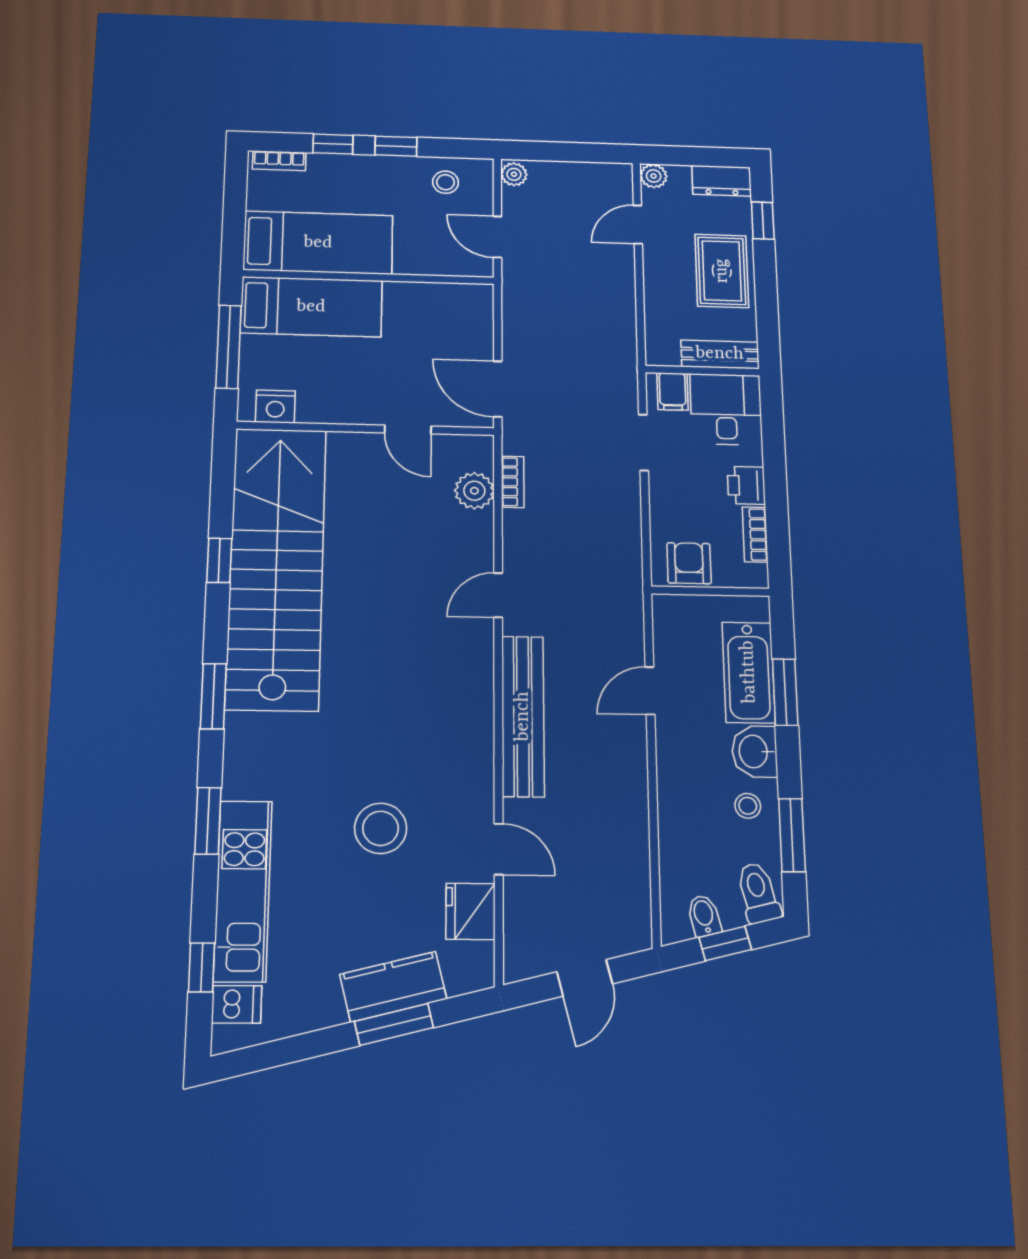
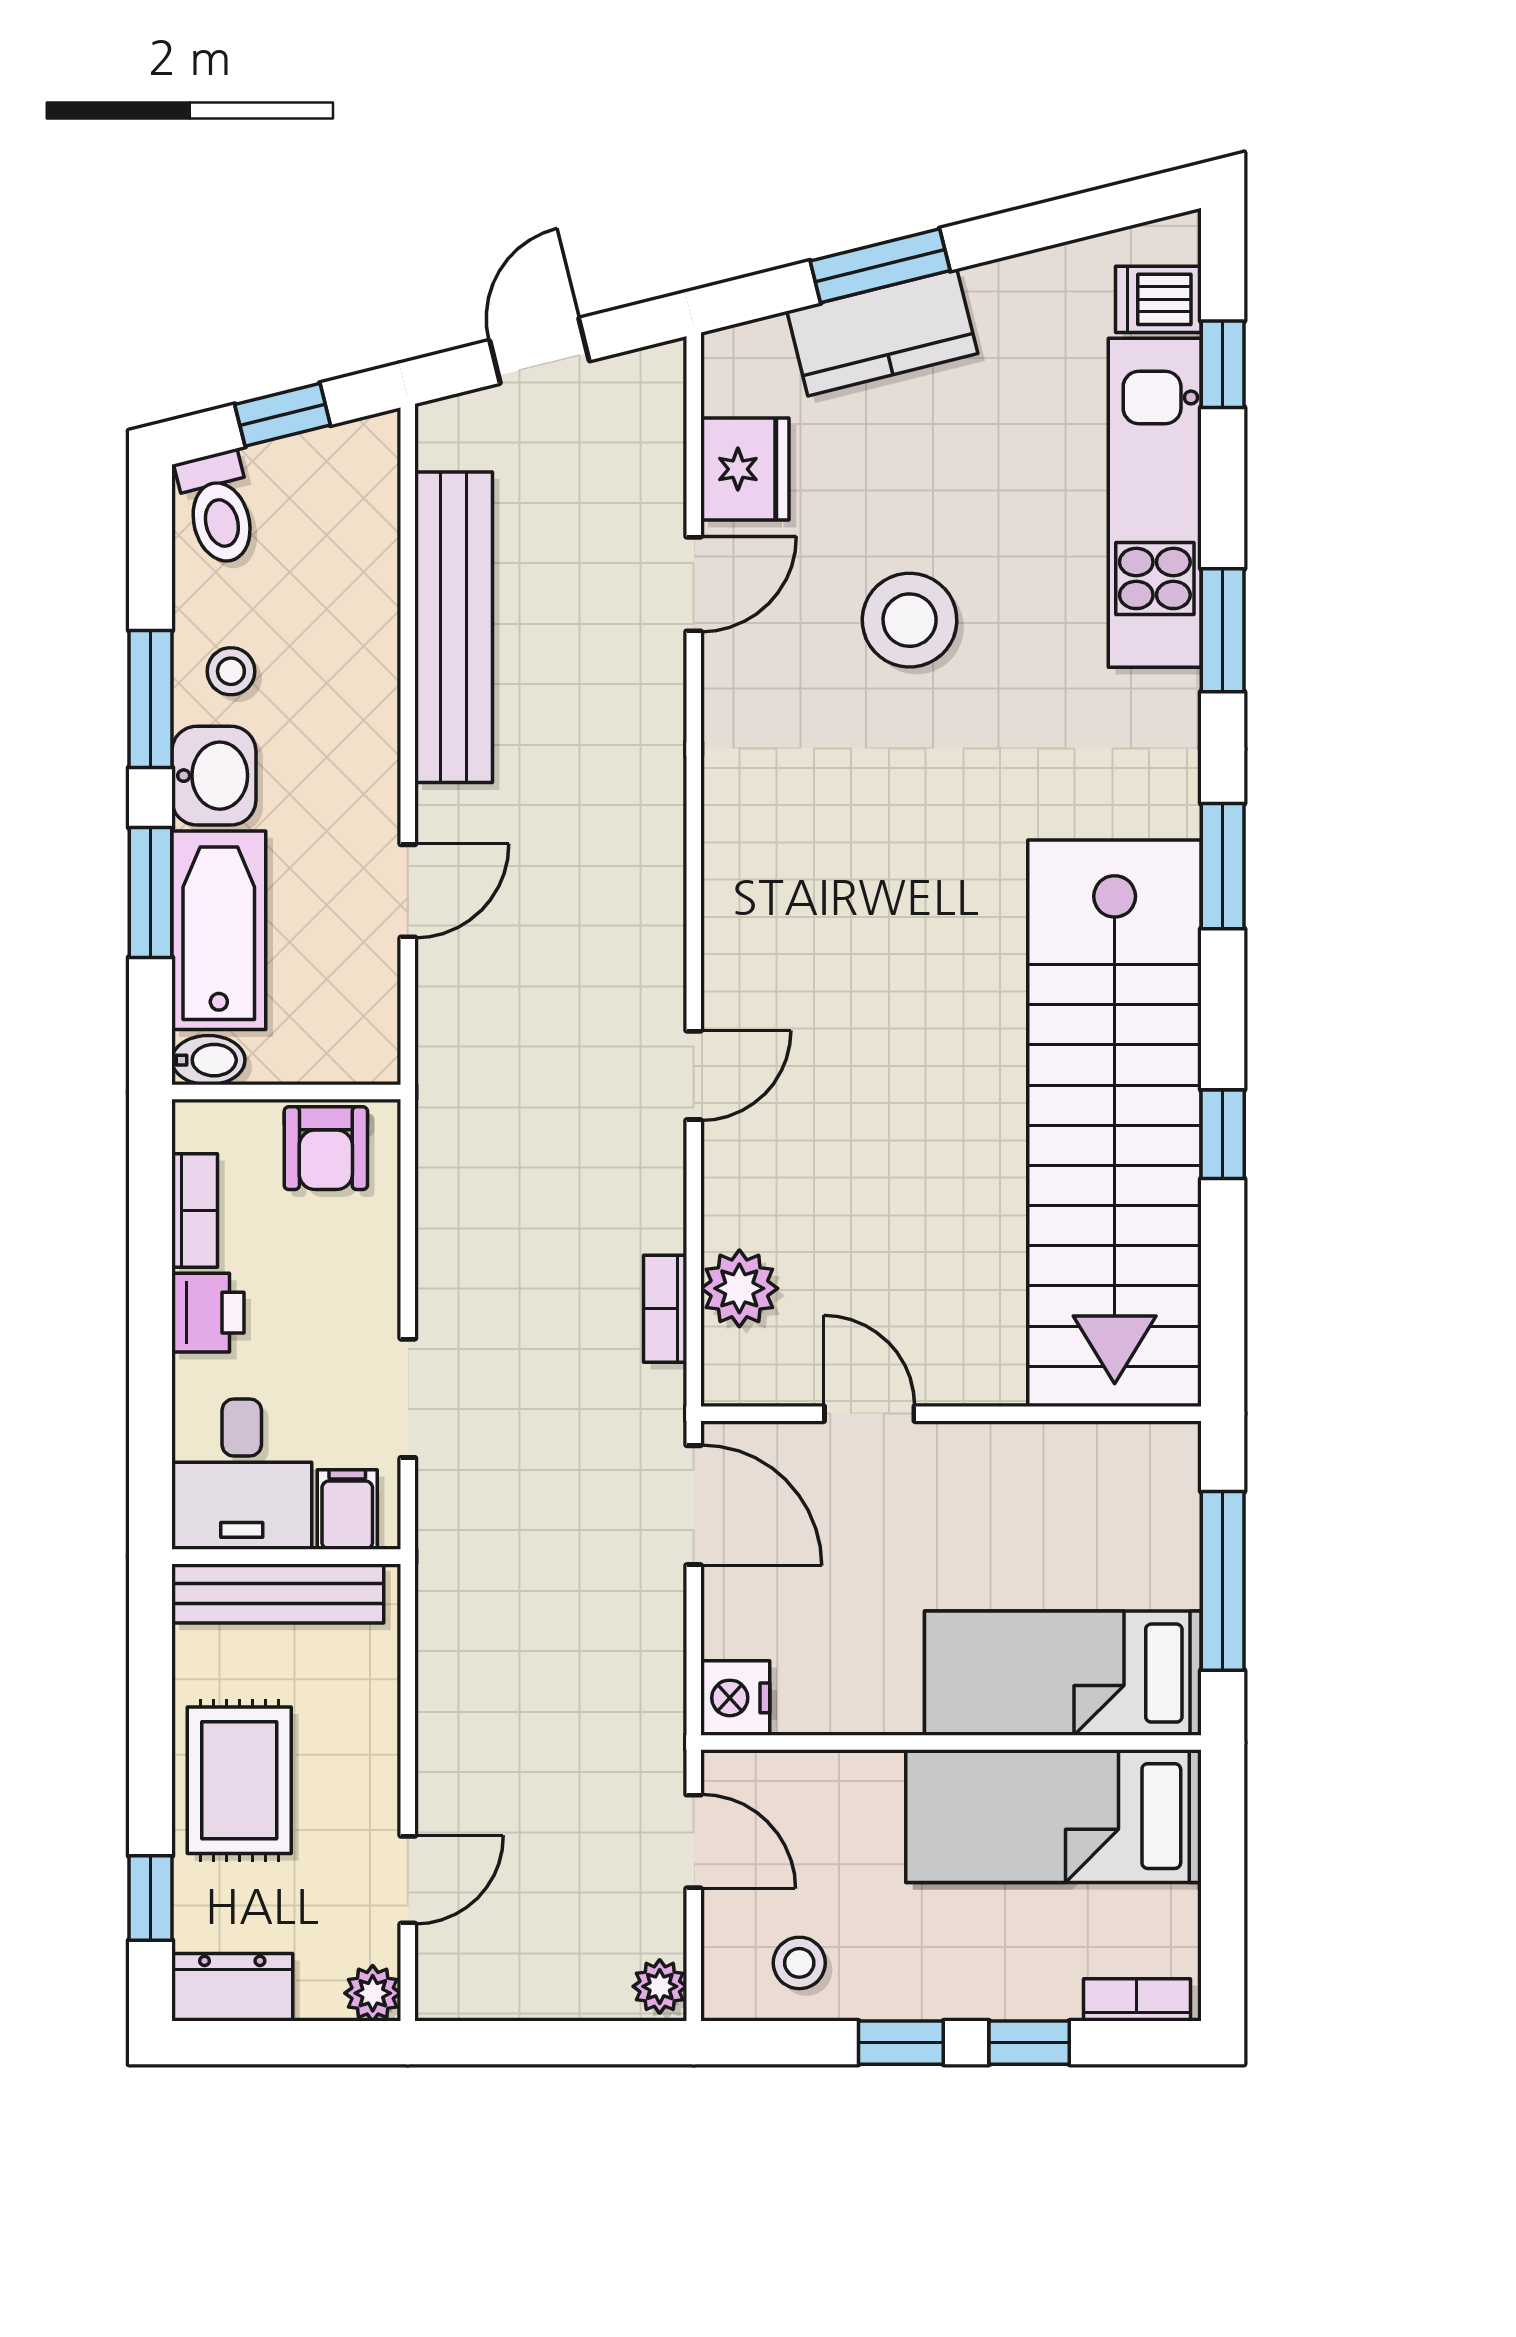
bench: (720, 354) -> (278, 1593), width x1.36
nightstand: (275, 407) -> (735, 1698), moved, turned -90
bench: (523, 716) -> (454, 627), moved
window: (792, 835) -> (151, 699), moved
door: (499, 849) -> (694, 584), swing flipped
bidet: (704, 916) -> (208, 1060), moved, turned -76

